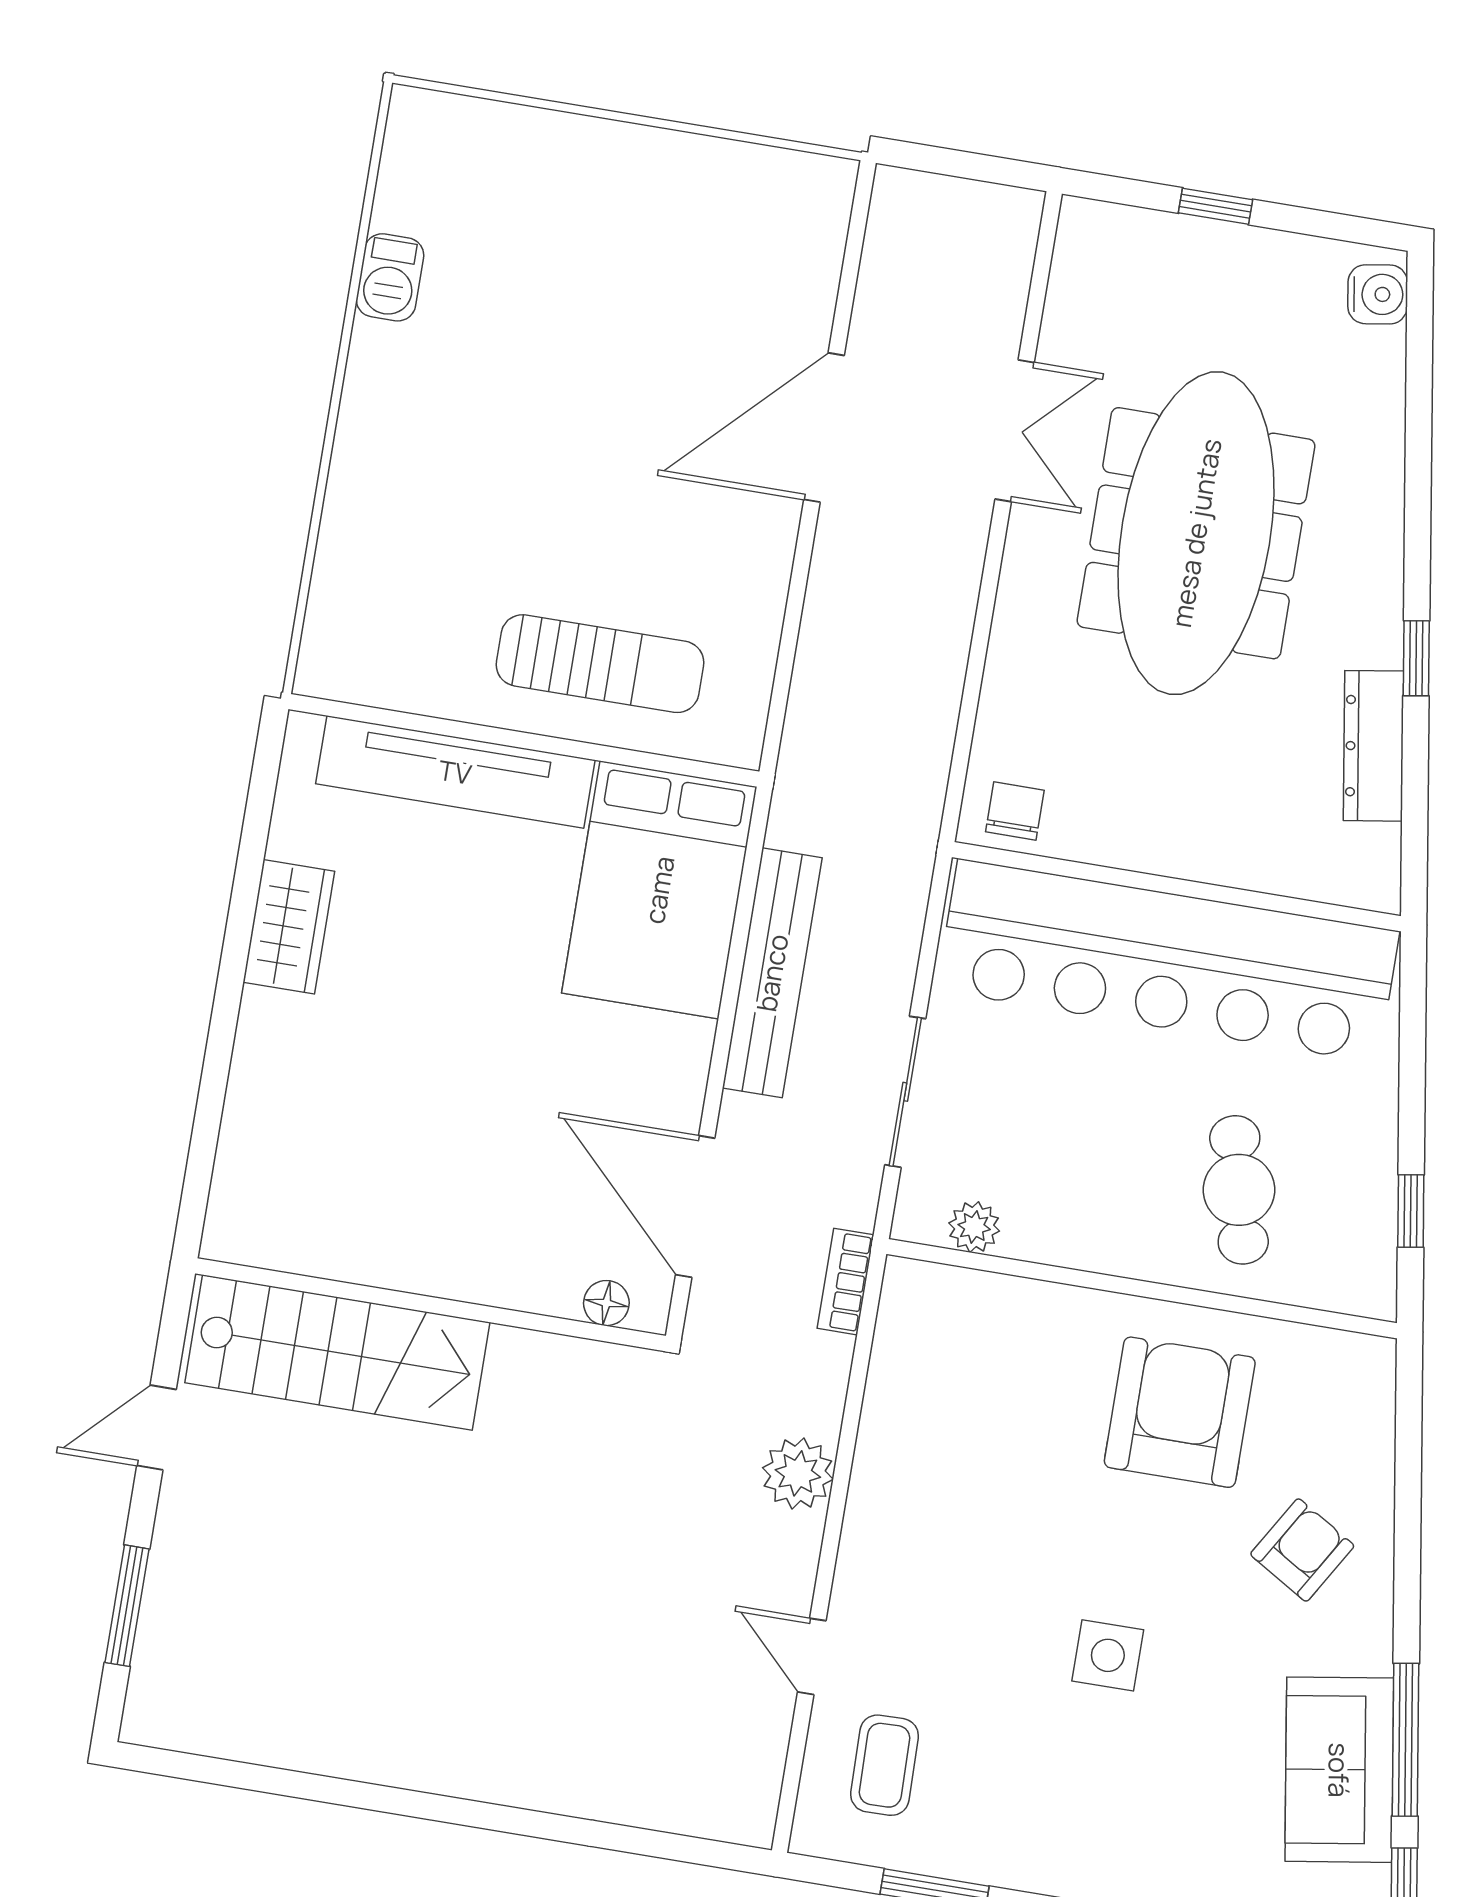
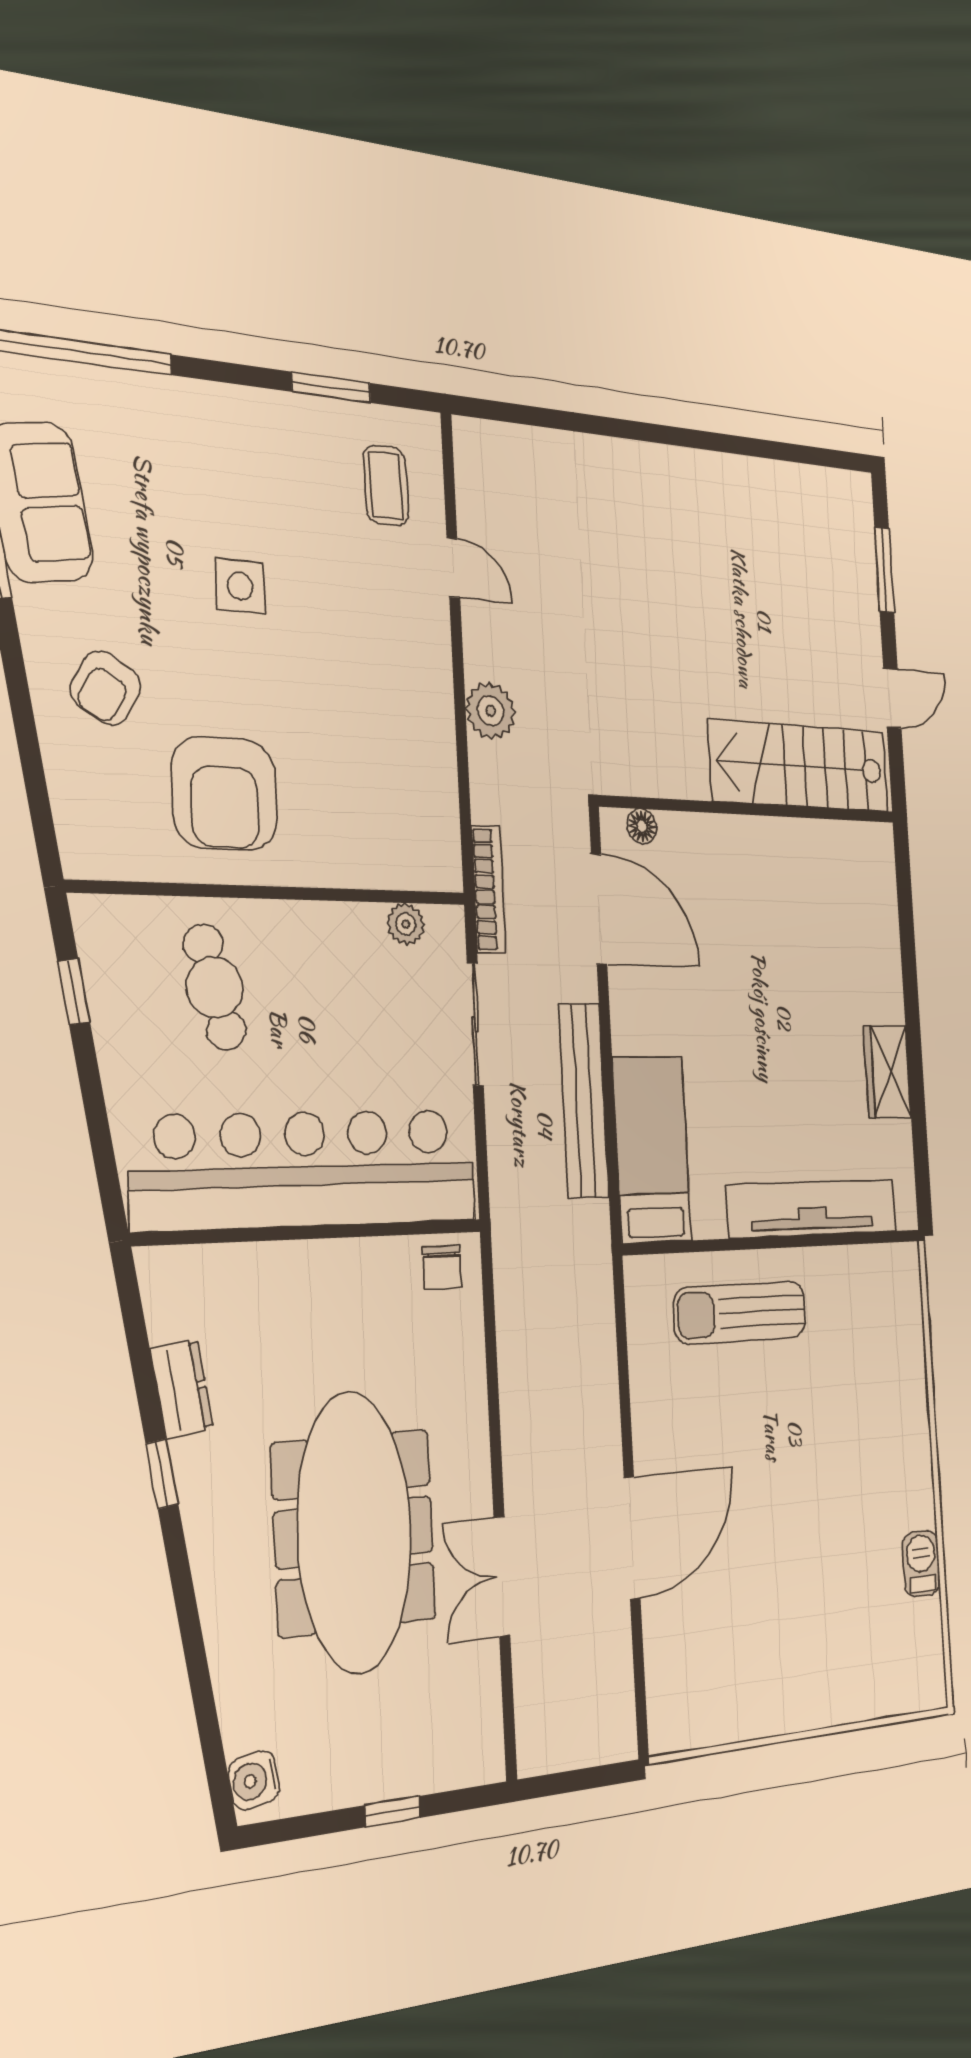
dresser: (1373, 746) -> (182, 1389), width x0.70
bed: (659, 890) -> (652, 1149), width x0.67
bookcase: (846, 1282) -> (488, 889), width x1.56

